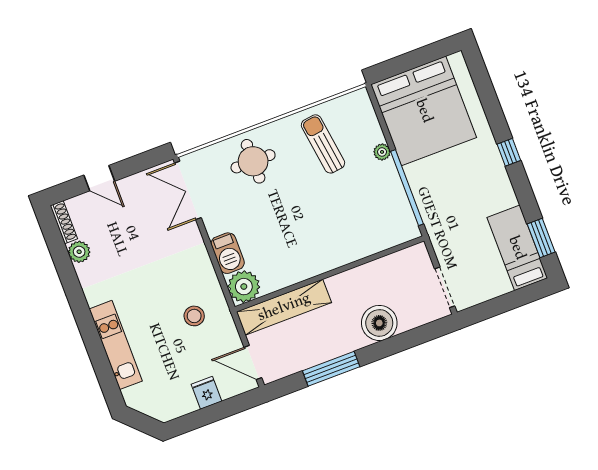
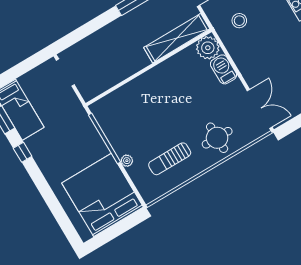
sun lounger: (323, 144) -> (170, 159), turned 98
window: (509, 152) -> (23, 152), moved
boiler: (379, 323) -> (107, 39), removed

